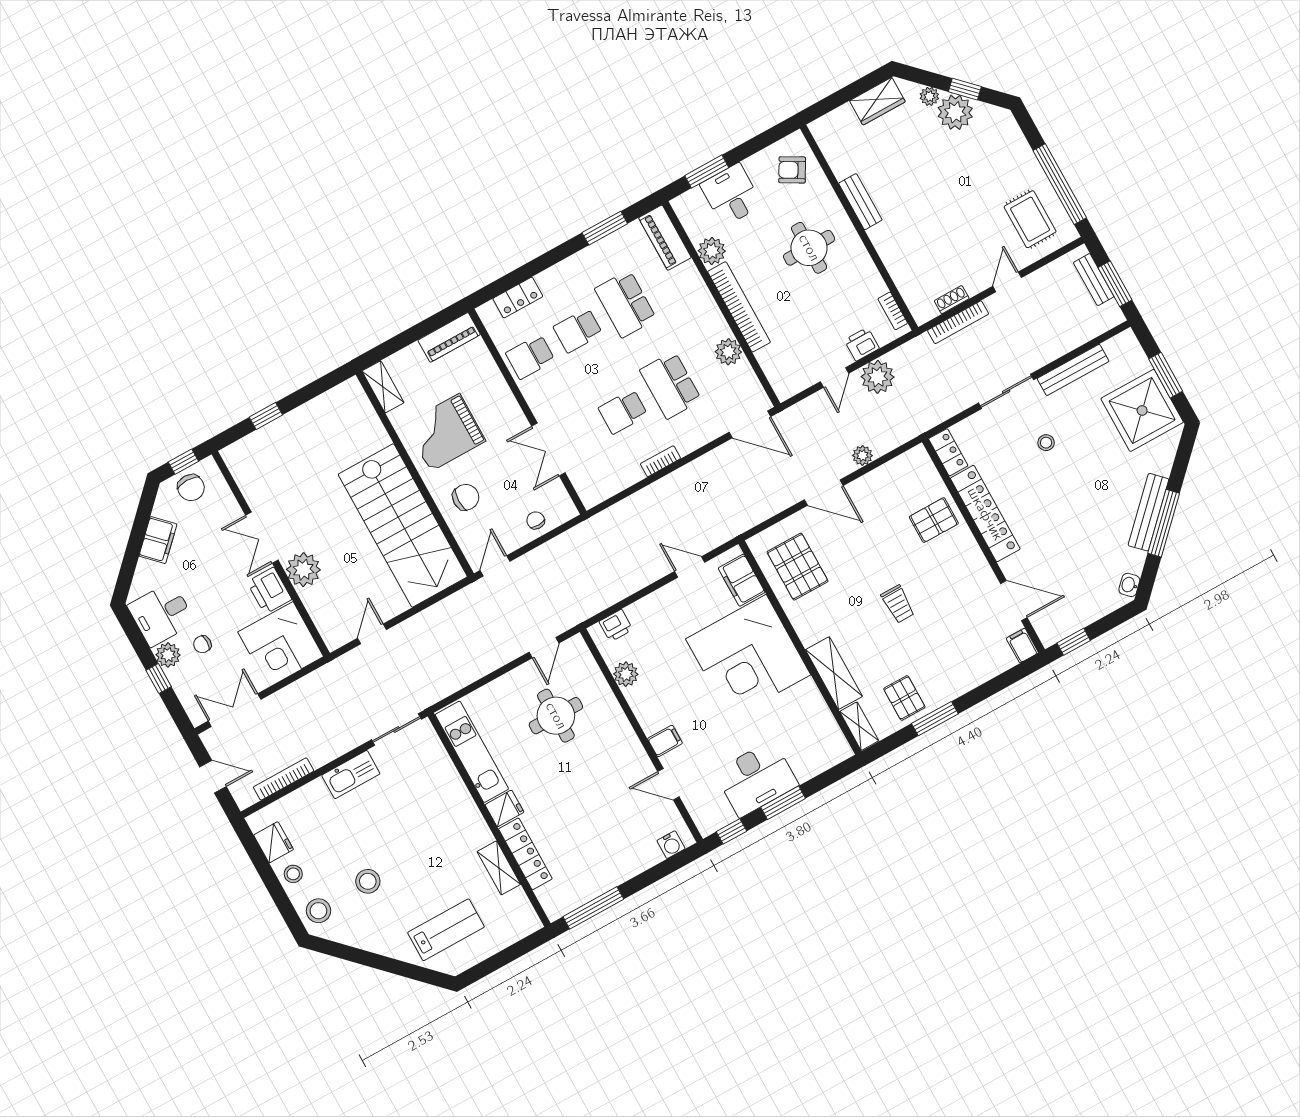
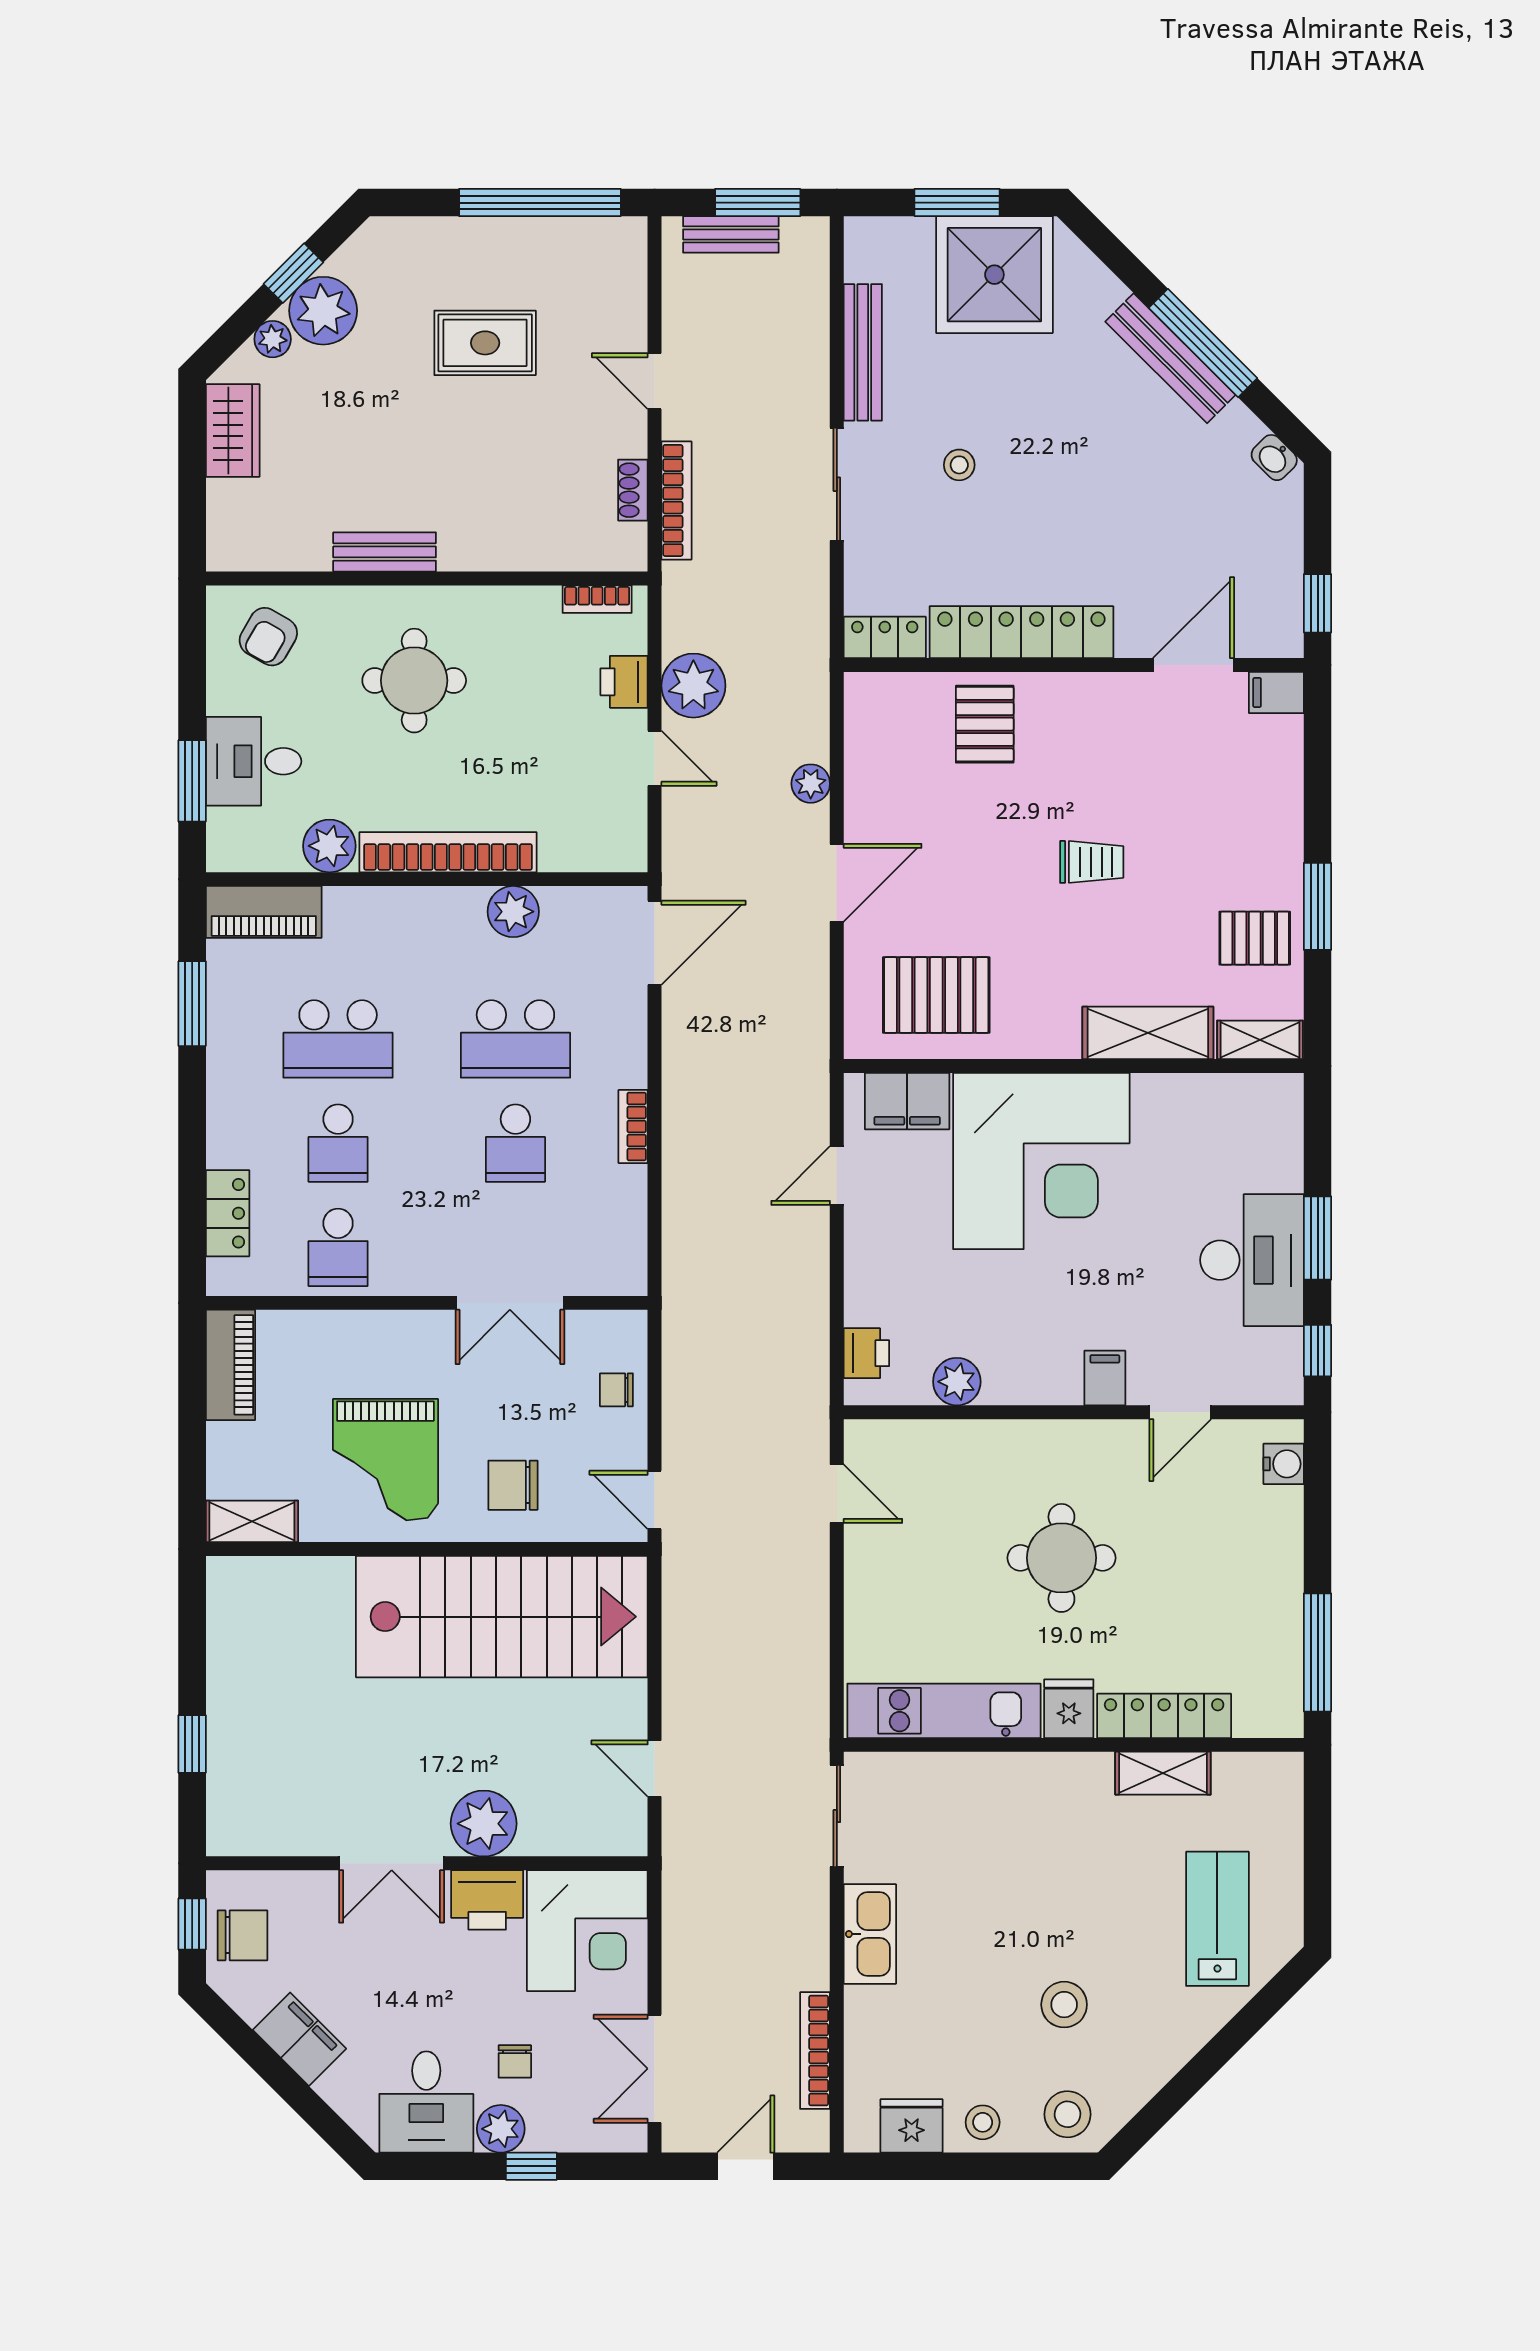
rug: (1030, 219) -> (485, 343), moved
chair: (466, 497) -> (513, 1485), turned -90
round table: (556, 716) -> (1061, 1558), moved

